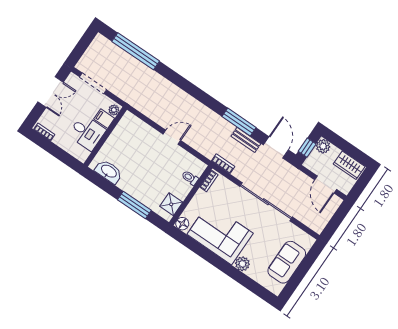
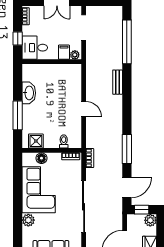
desk: (87, 132) -> (35, 48), moved, turned 90
bench: (246, 140) -> (118, 82), moved
window: (60, 154) -> (18, 38), added
washbasin: (109, 172) -> (29, 93), moved
floor lamp: (182, 224) -> (41, 158), moved

